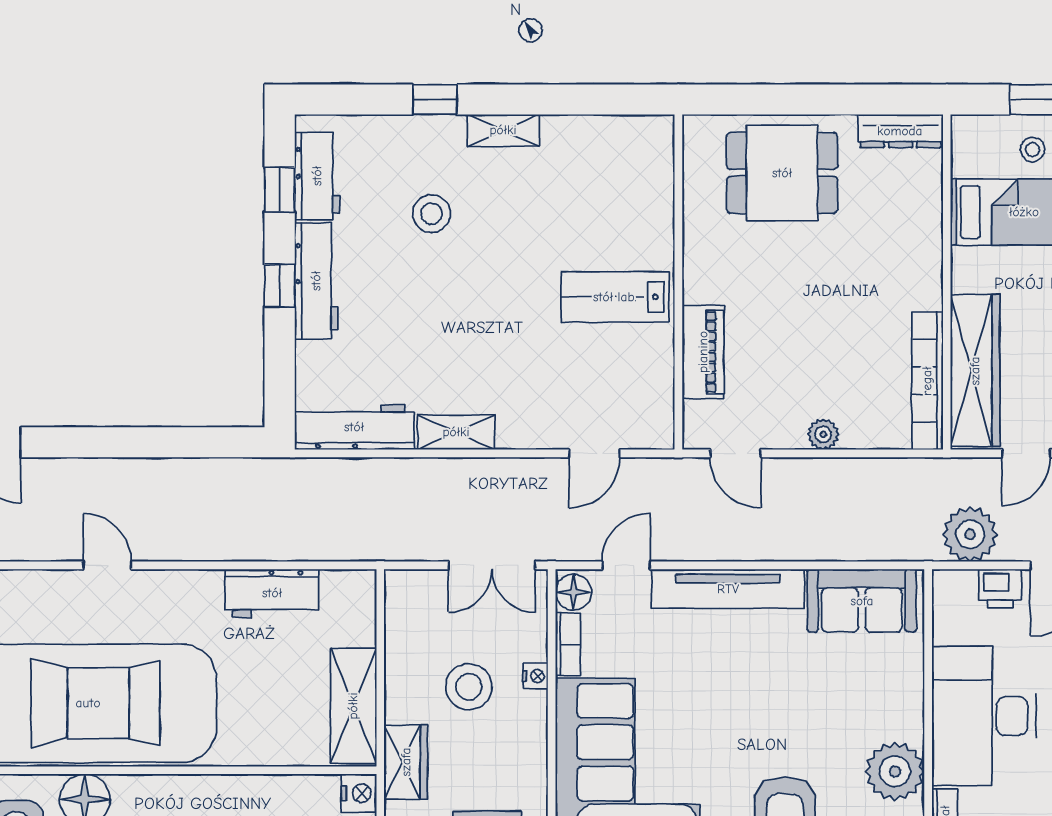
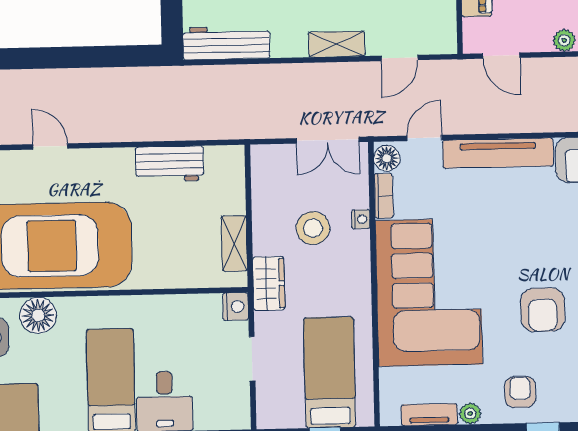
shelving: (456, 432) -> (337, 44), moved
shelving: (353, 706) -> (234, 244), width x0.67, depth x0.75

